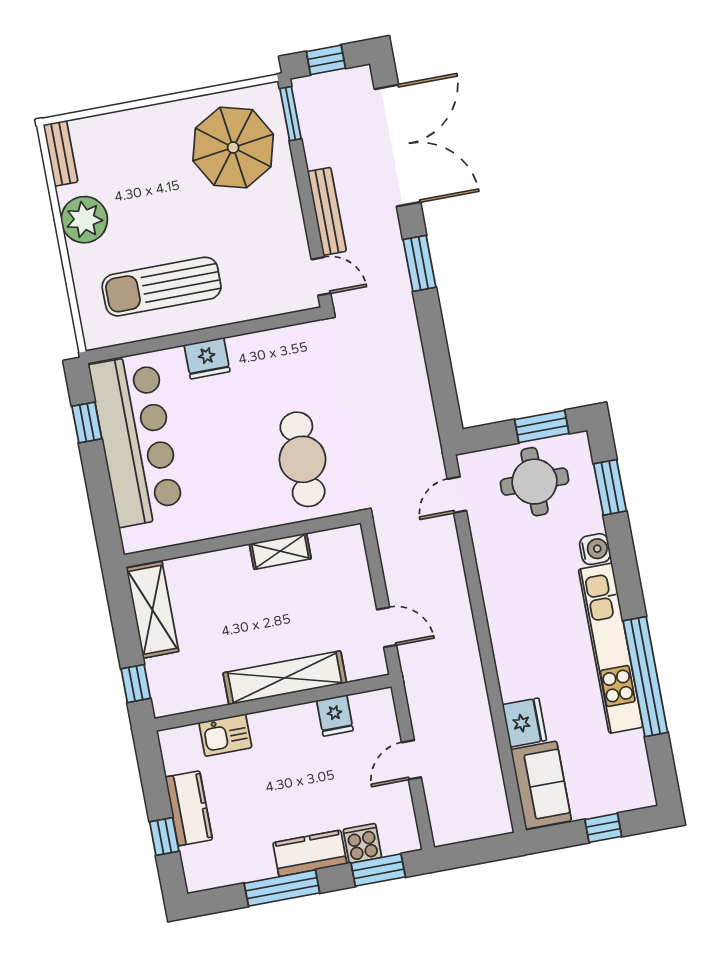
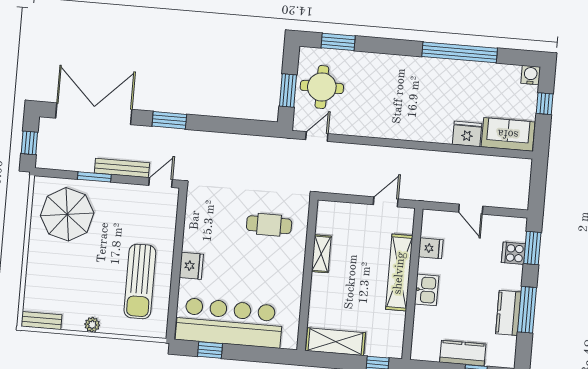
window: (290, 114) -> (94, 177), moved
plant: (84, 220) -> (92, 325), width x0.53, depth x0.53
window: (542, 426) -> (288, 91), moved
cafe table: (302, 459) -> (269, 225), width x0.73, depth x0.74
door: (457, 495) -> (317, 137), swing flipped
water cooler: (595, 549) -> (531, 75), moved
kitchen unit: (611, 648) -> (436, 69), removed
kitchen sink: (225, 735) -> (427, 290), moved
kitchen counter: (310, 853) -> (508, 313), moved

